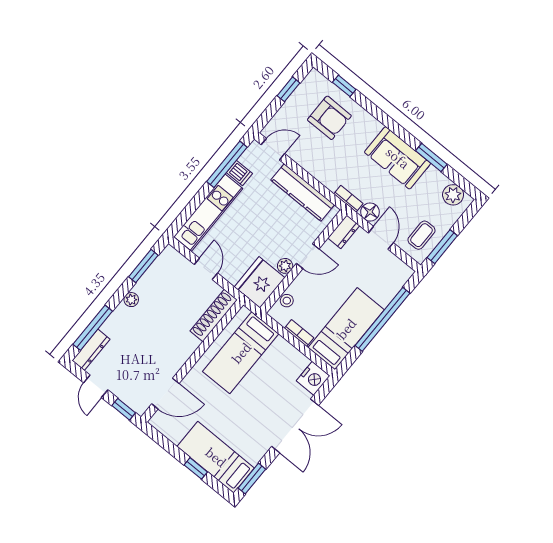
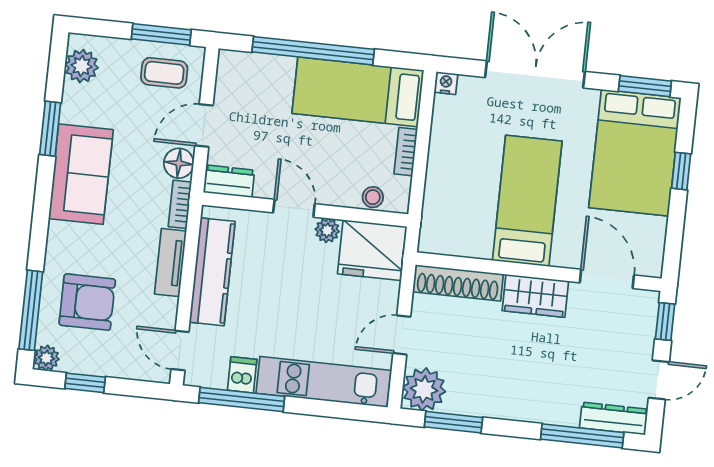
plant: (314, 78) -> (46, 358), added
window: (344, 86) -> (31, 310), width x2.17
armchair: (329, 118) -> (87, 302), turned 90
tv unit: (322, 174) -> (170, 263), added
plant: (131, 300) -> (424, 389), moved, width x1.88, depth x1.88
wardrobe: (181, 351) -> (535, 296), added
bed: (241, 353) -> (527, 201), moved, turned -90
nightstand: (313, 378) -> (446, 83), width x0.53, depth x0.56
bed: (216, 457) -> (635, 153), width x1.50

